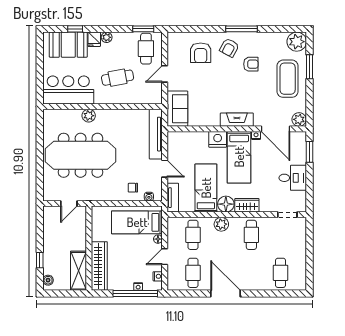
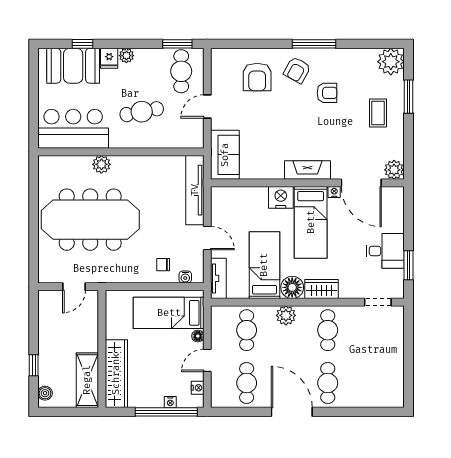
coffee table: (288, 79) -> (378, 113), width x0.54, depth x0.58
window: (309, 152) -> (409, 265), moved
cafe table: (281, 273) -> (328, 383), moved

